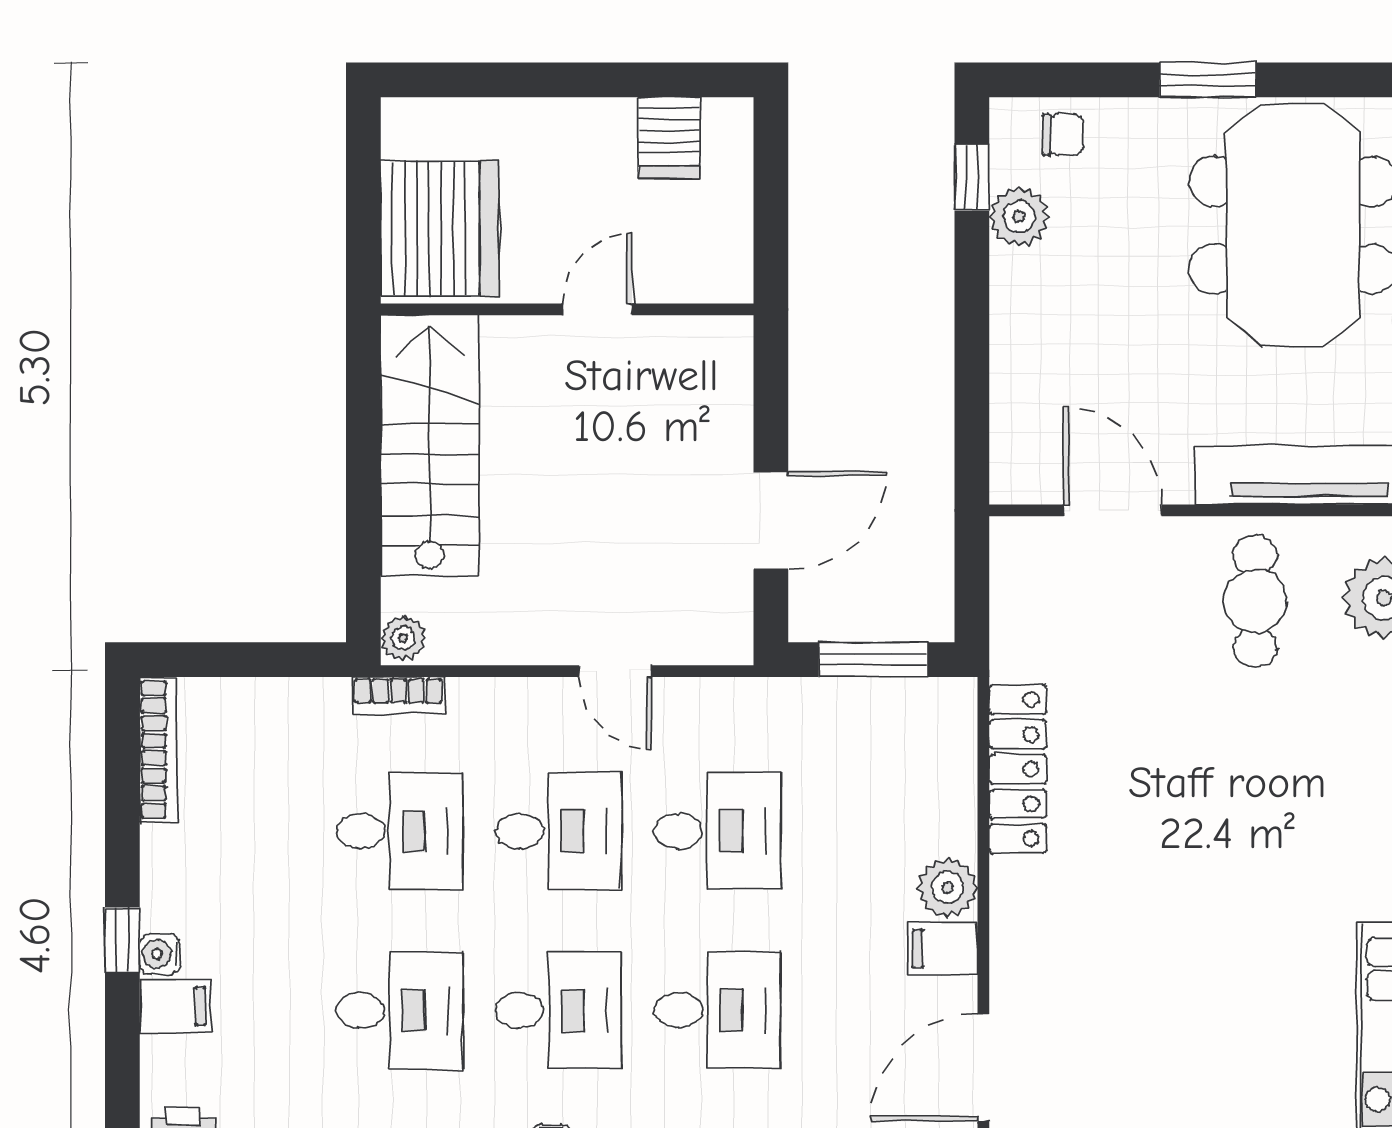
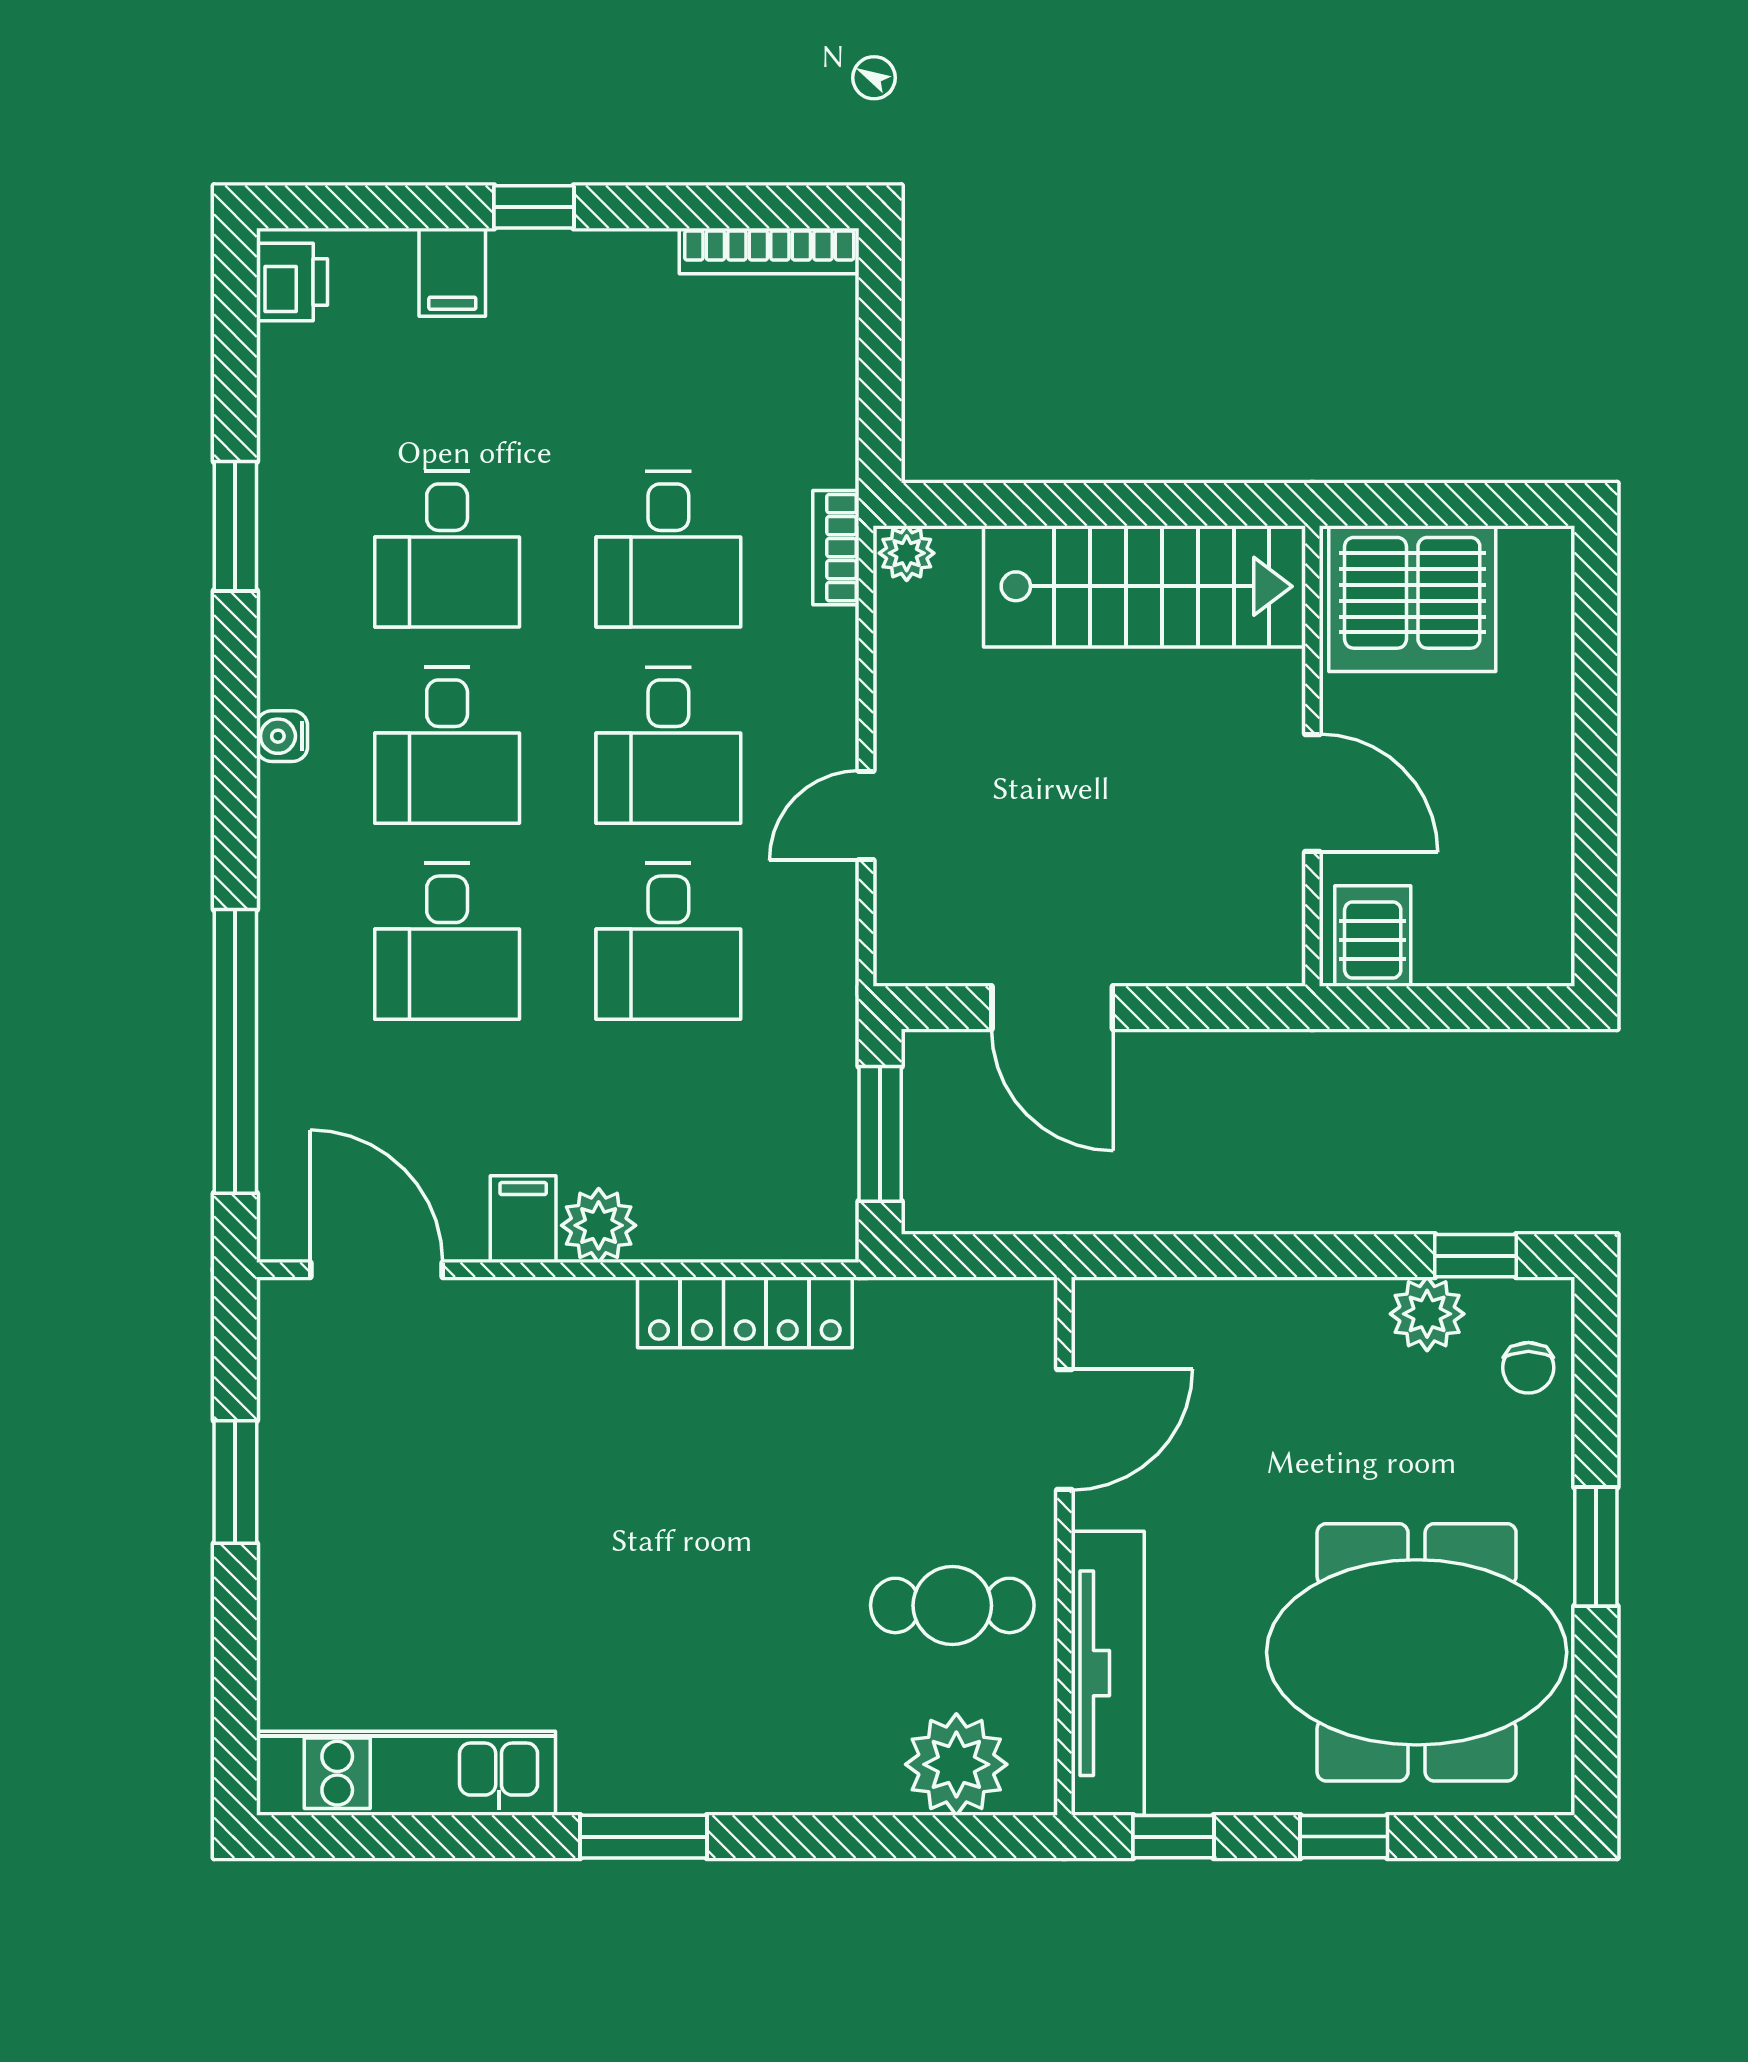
server rack: (669, 138) -> (1373, 936), moved, turned 90
door: (597, 309) -> (1312, 793), width x1.38
water cooler: (160, 954) -> (517, 253), removed

